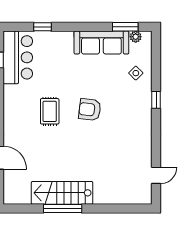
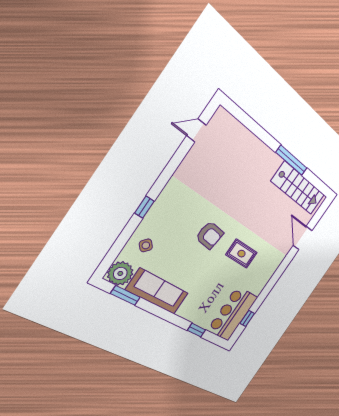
plant: (136, 37) -> (120, 273), width x1.88, depth x1.88
rug: (50, 111) -> (241, 254), turned 90
stairs: (62, 193) -> (298, 188), moved

